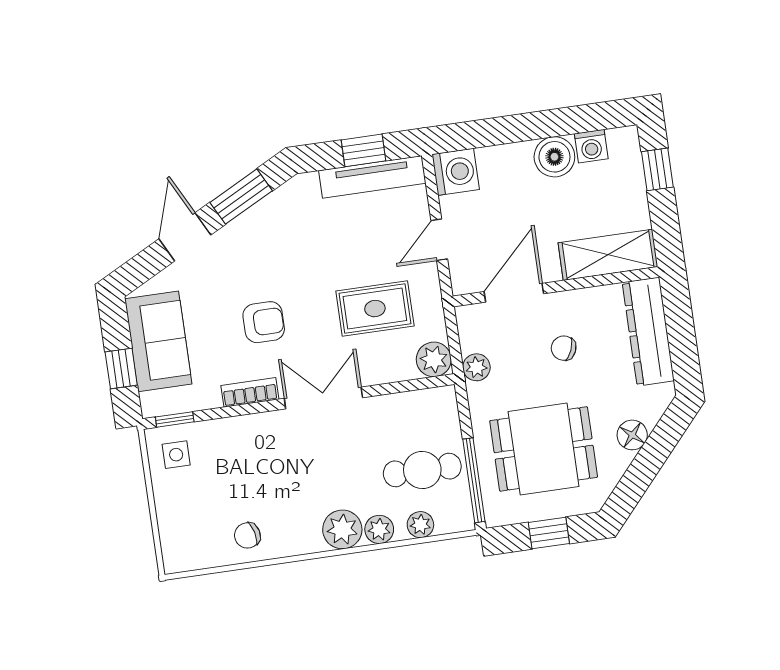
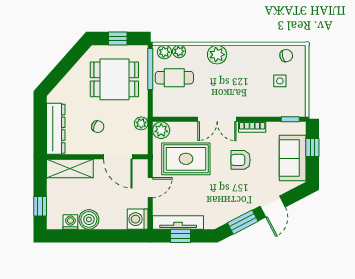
door: (514, 293) -> (118, 157), hinge flipped
rug: (375, 309) -> (186, 159), width x1.36, depth x1.43
floor lamp: (632, 435) -> (71, 80), removed
side table: (176, 455) -> (280, 81), moved
plant: (379, 529) -> (164, 52), moved
chair: (247, 535) -> (286, 56), moved

